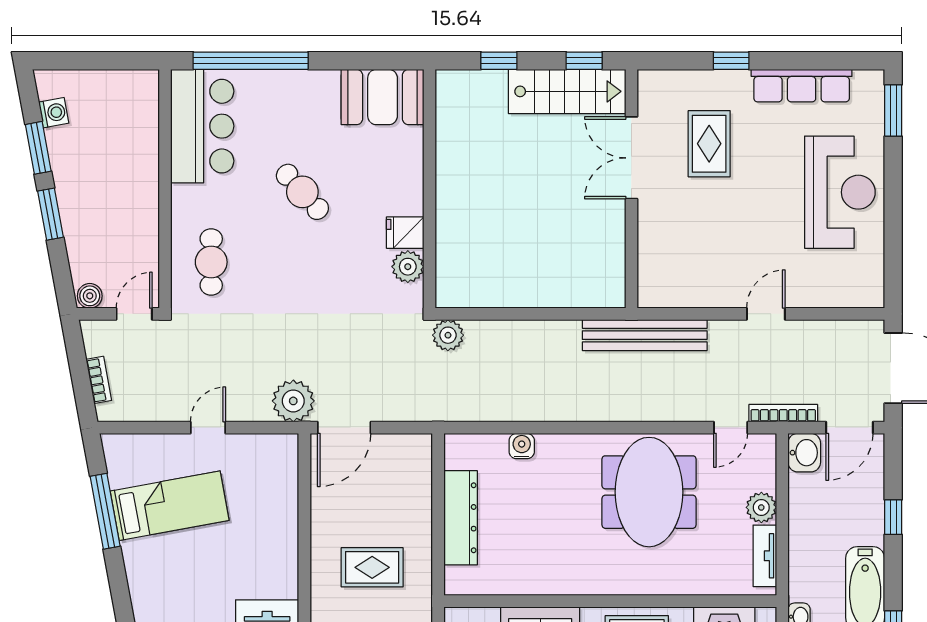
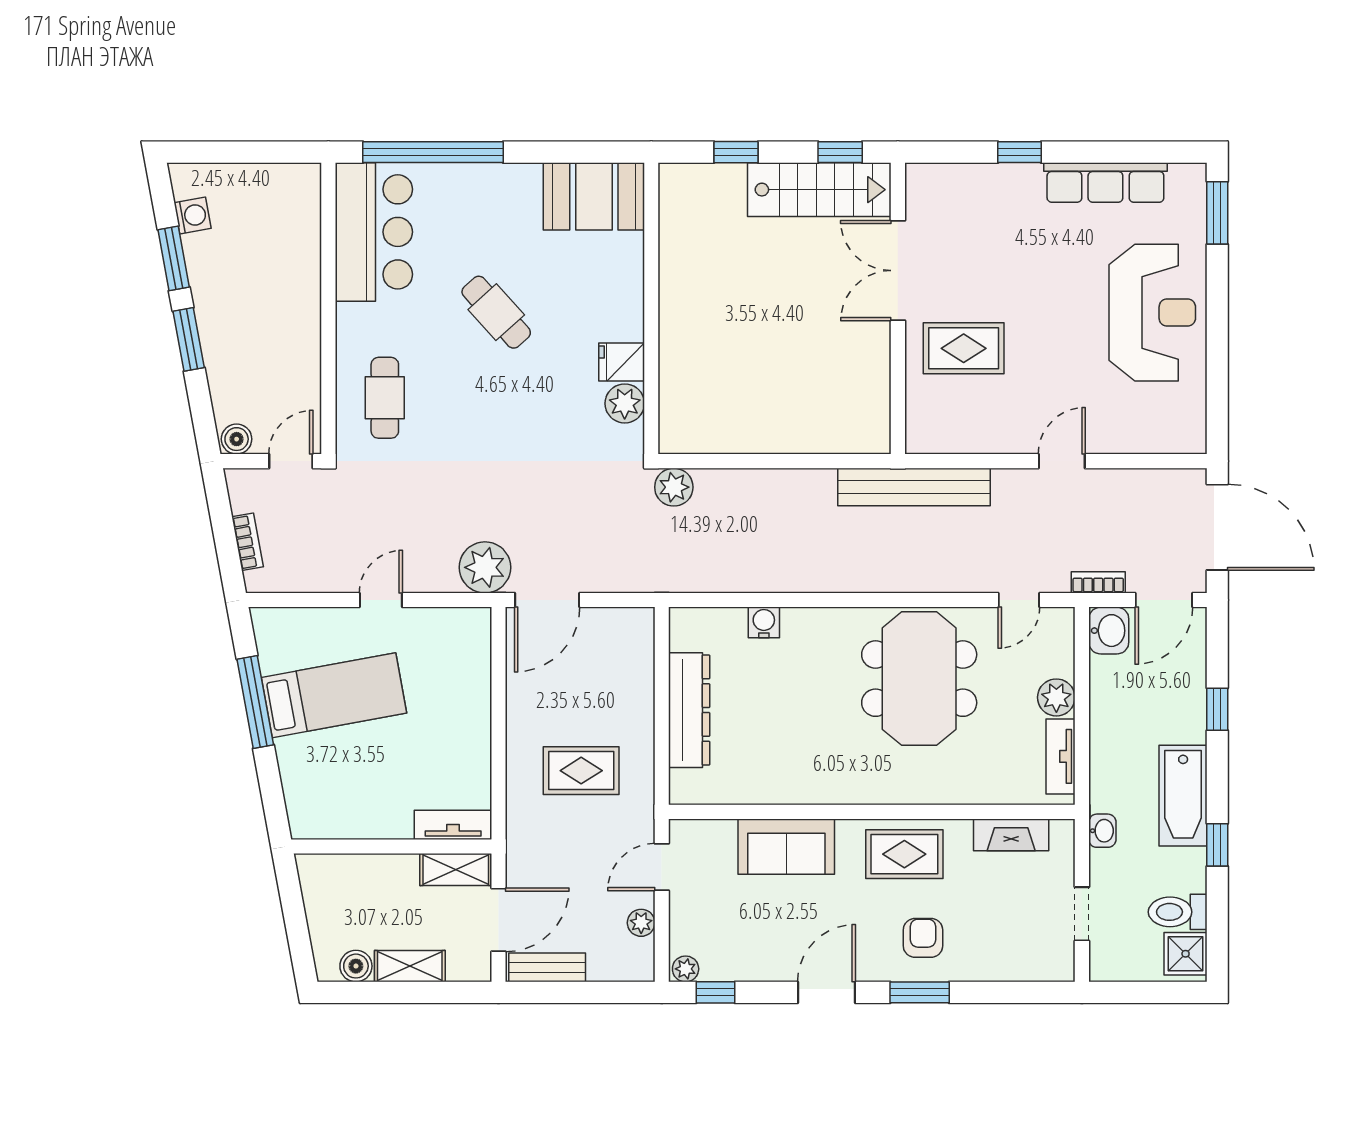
rug: (709, 144) -> (964, 348), moved, turned 90
bookcase: (783, 413) -> (1098, 582), width x0.64

